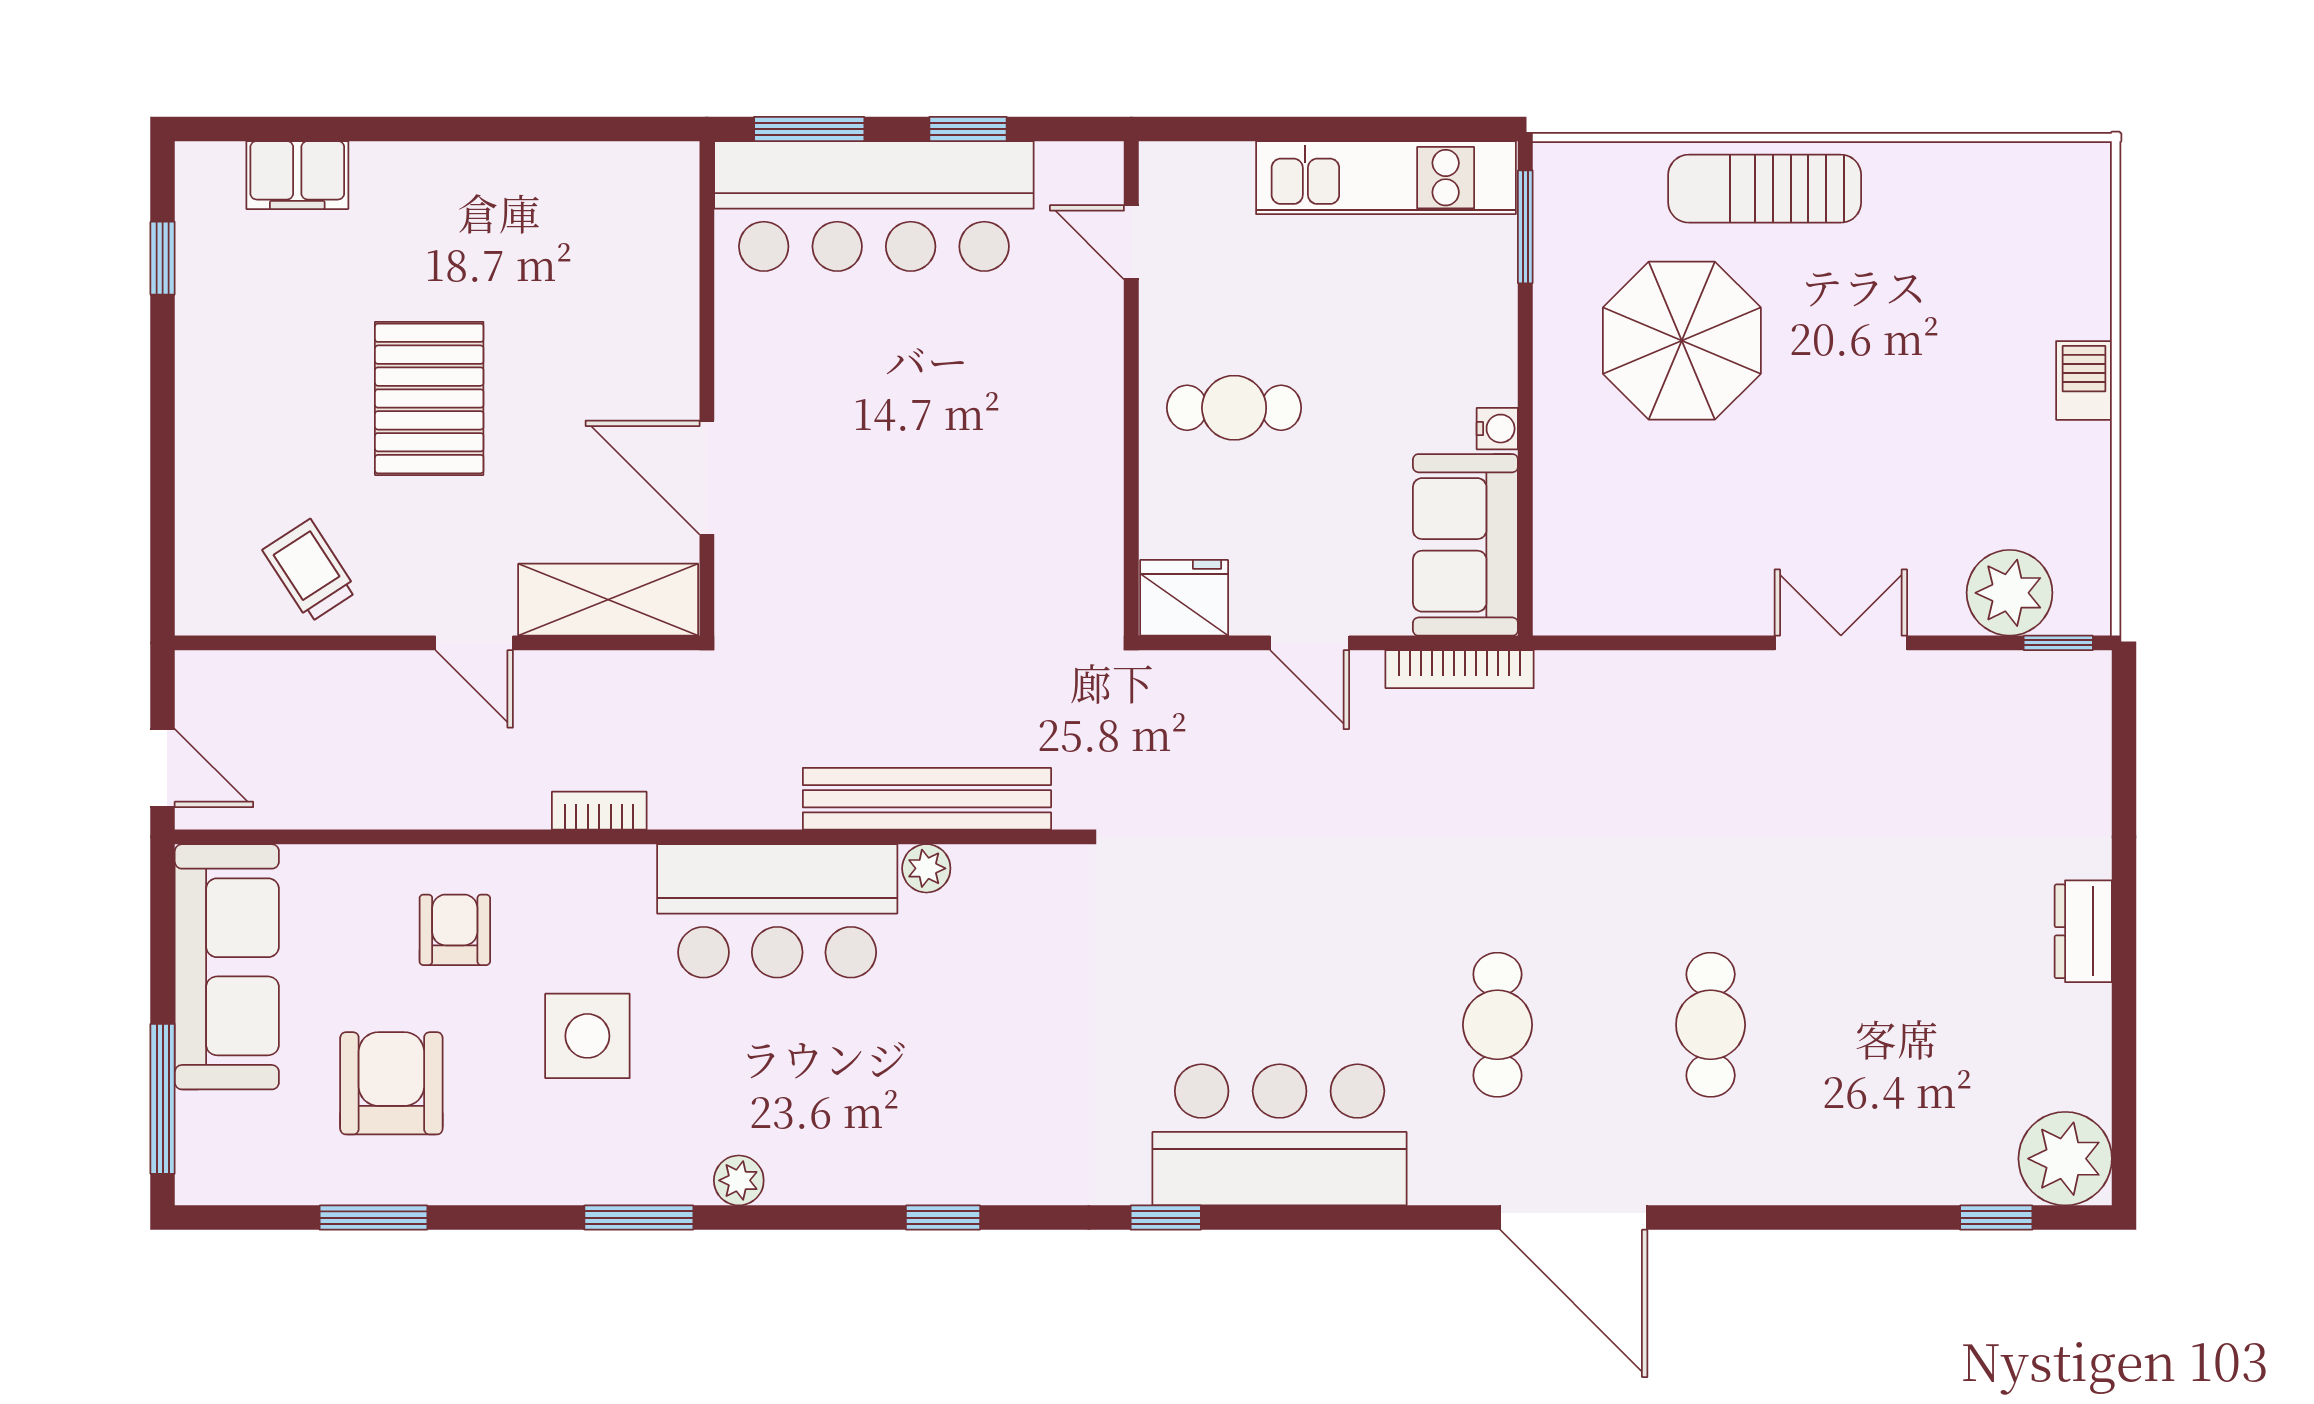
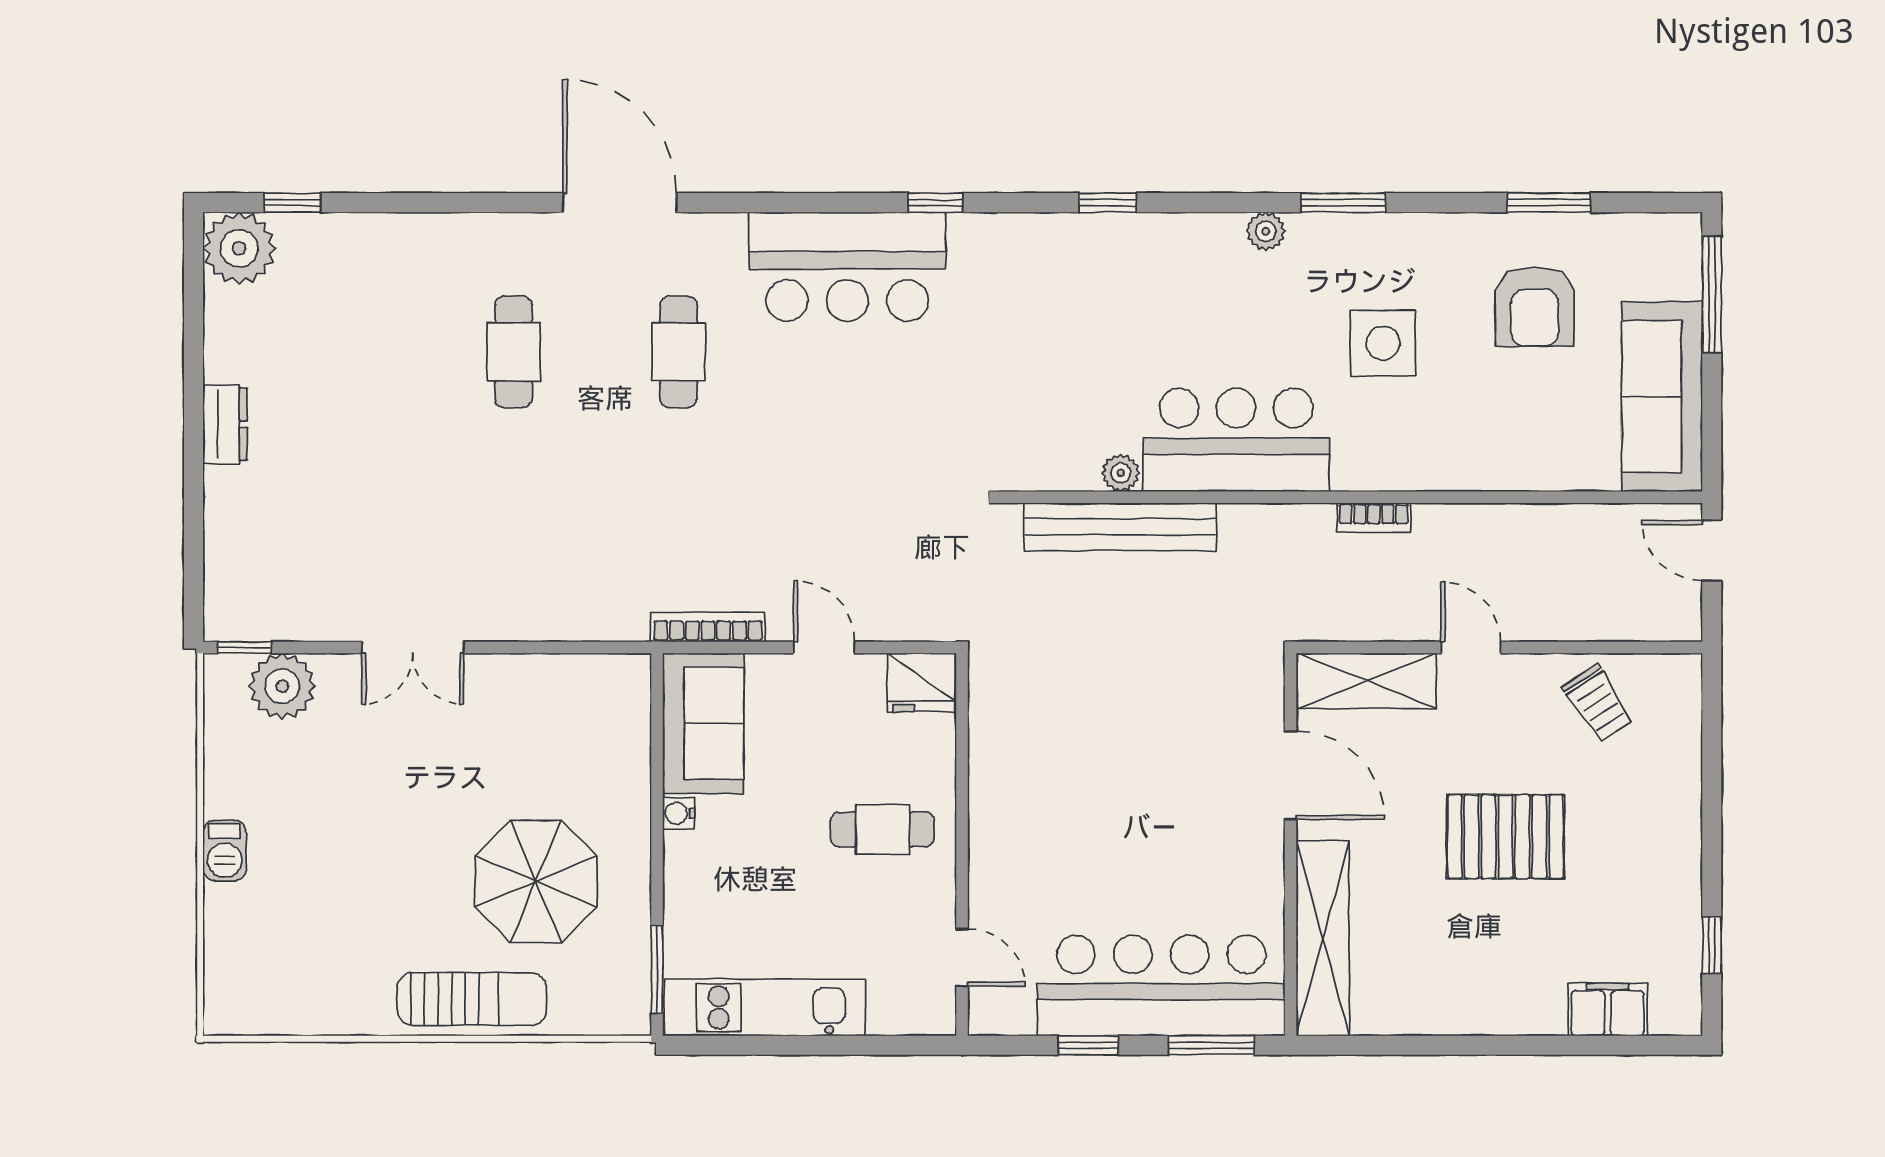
shelving: (665, 267) -> (1323, 938), added
pallet: (429, 398) -> (1505, 837), turned 90
armchair: (455, 930) -> (1486, 425), removed

